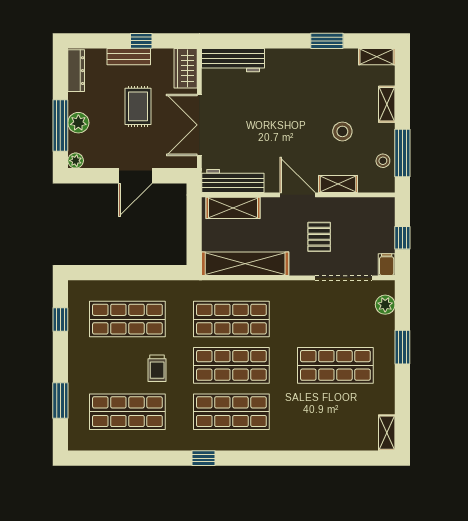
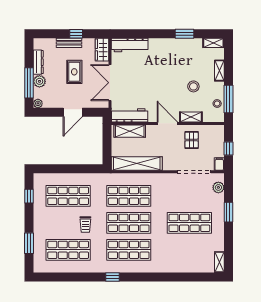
dresser: (76, 71) -> (38, 62), moved
pallet: (319, 237) -> (192, 140), moved

